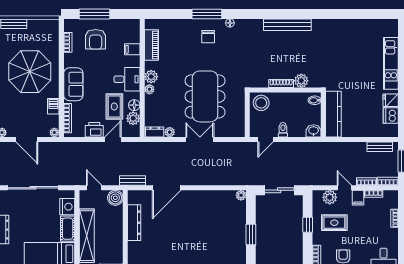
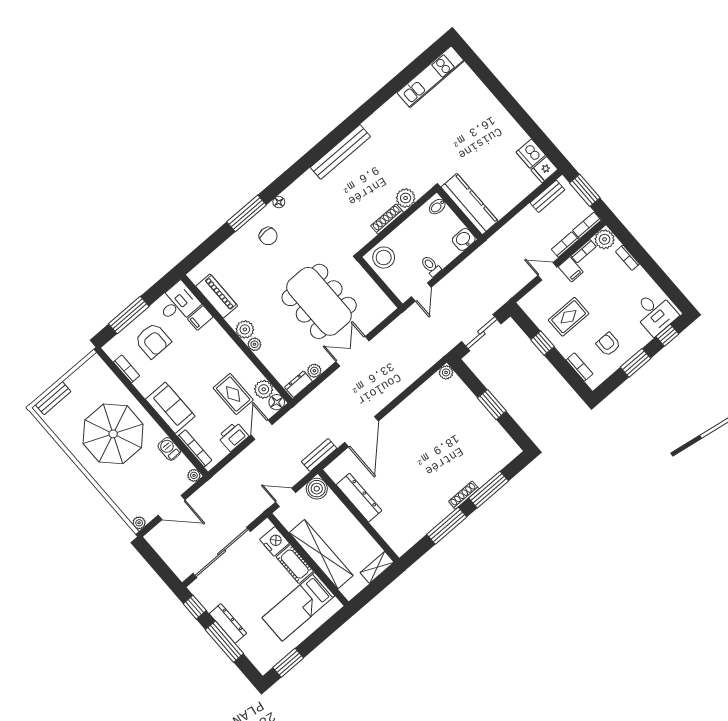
kitchen unit: (391, 63) -> (431, 77), moved, turned -90
desk: (127, 79) -> (178, 303), moved
fridge: (391, 100) -> (544, 170), moved
floor lamp: (134, 105) -> (277, 402), moved
plant: (330, 197) -> (605, 239), moved

